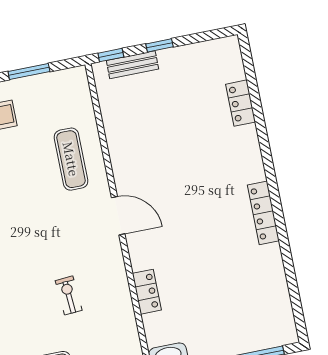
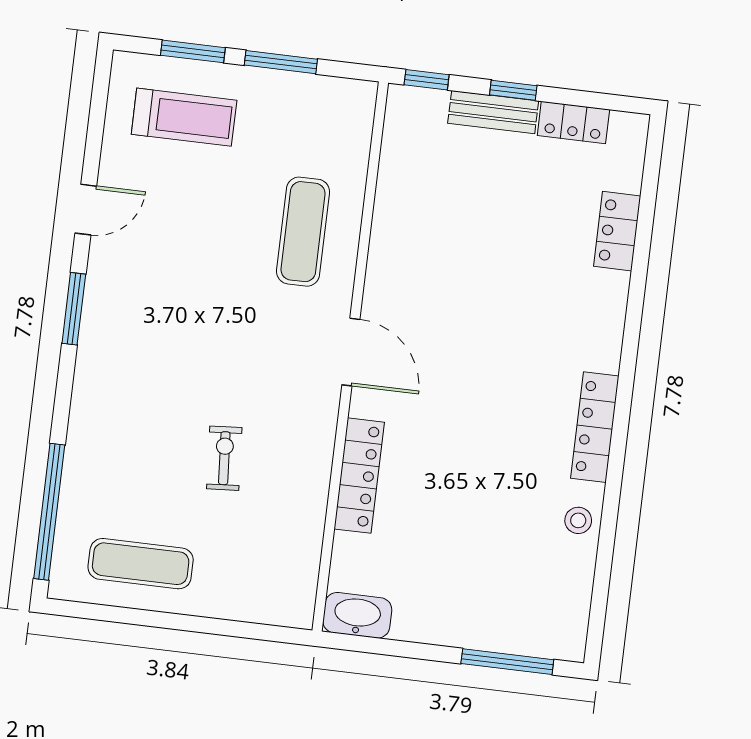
locker: (198, 52) -> (573, 123), added
bench: (132, 65) -> (493, 112), moved
stool: (271, 266) -> (578, 520), added
locker: (147, 292) -> (359, 476), width x1.53

